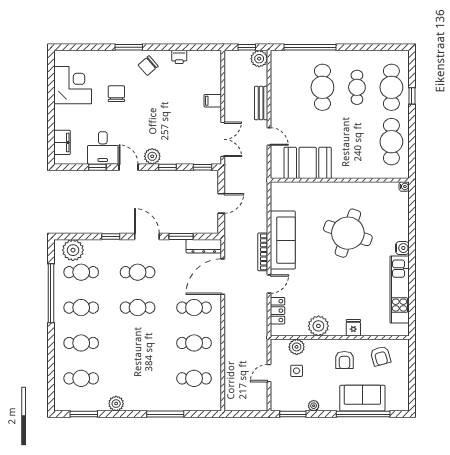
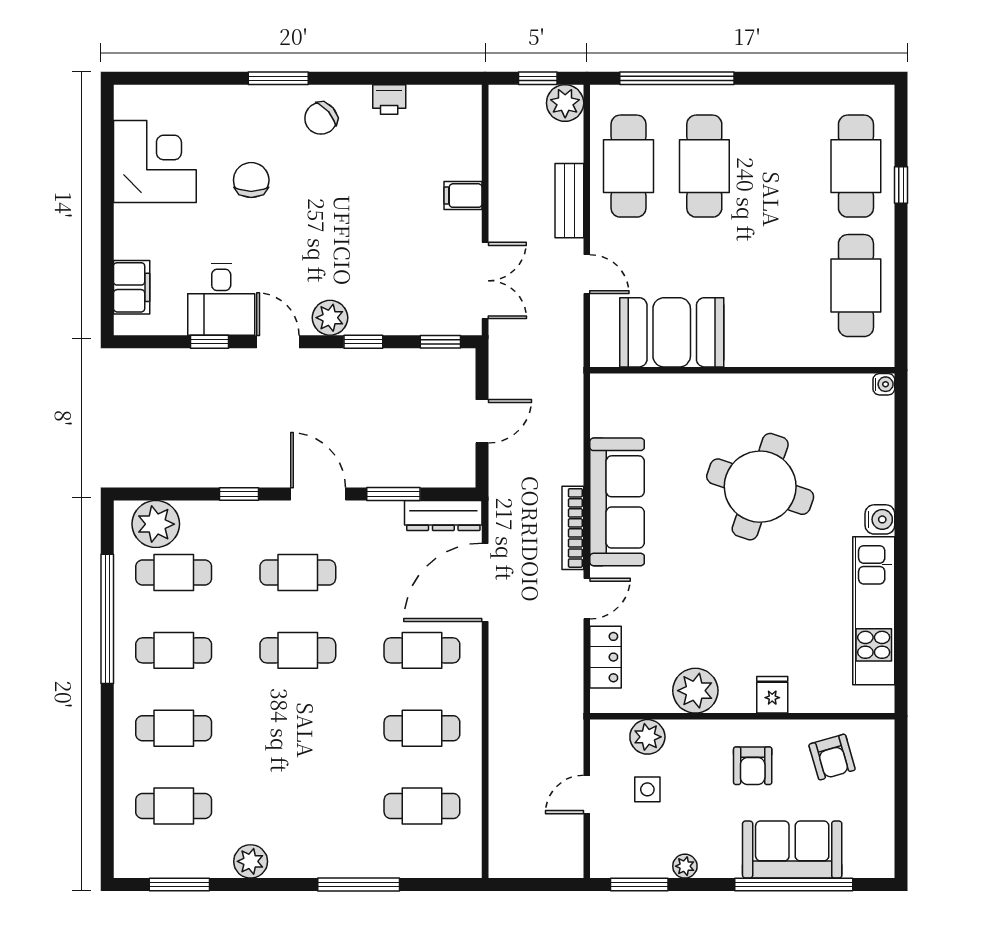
cafe table: (357, 87) -> (628, 166), moved, width x1.37, depth x1.35

